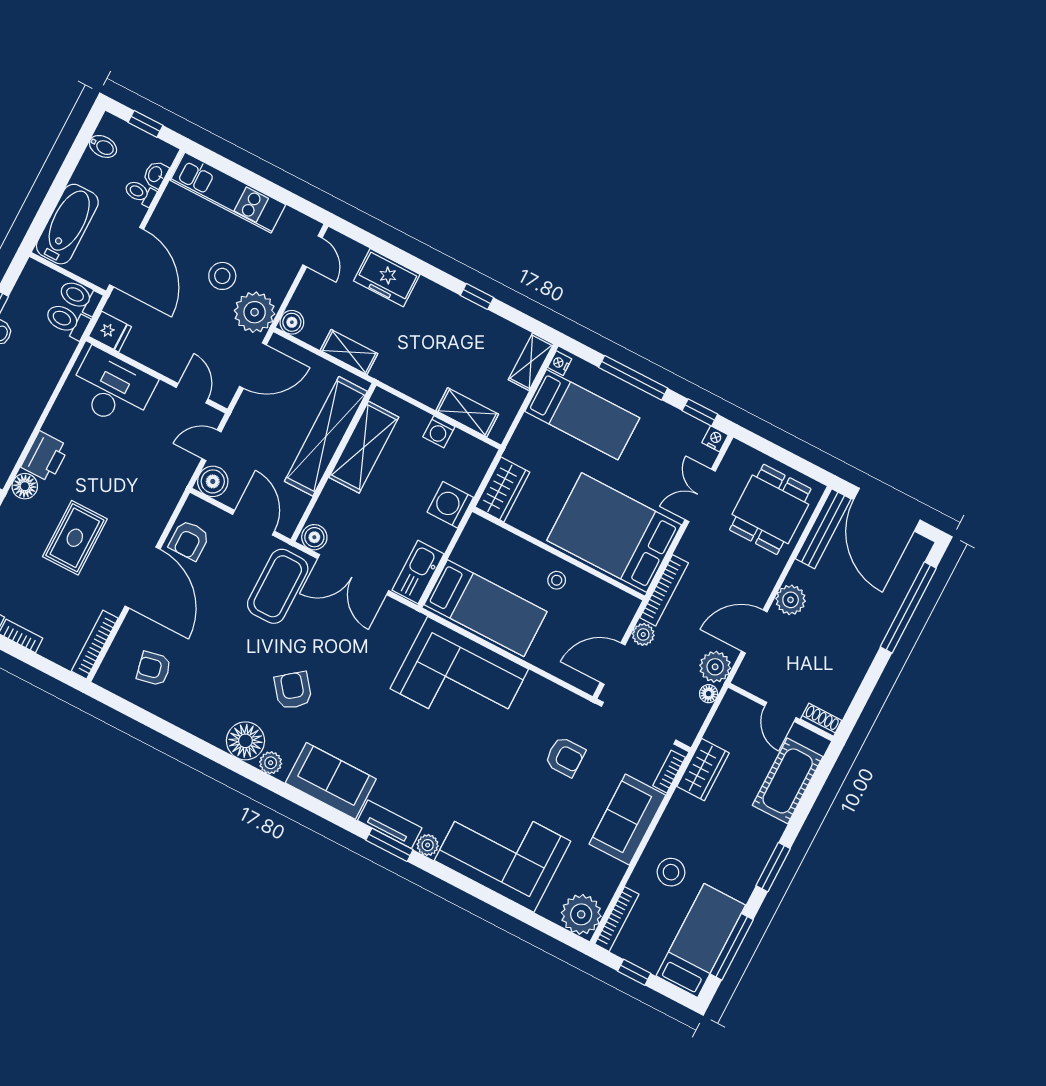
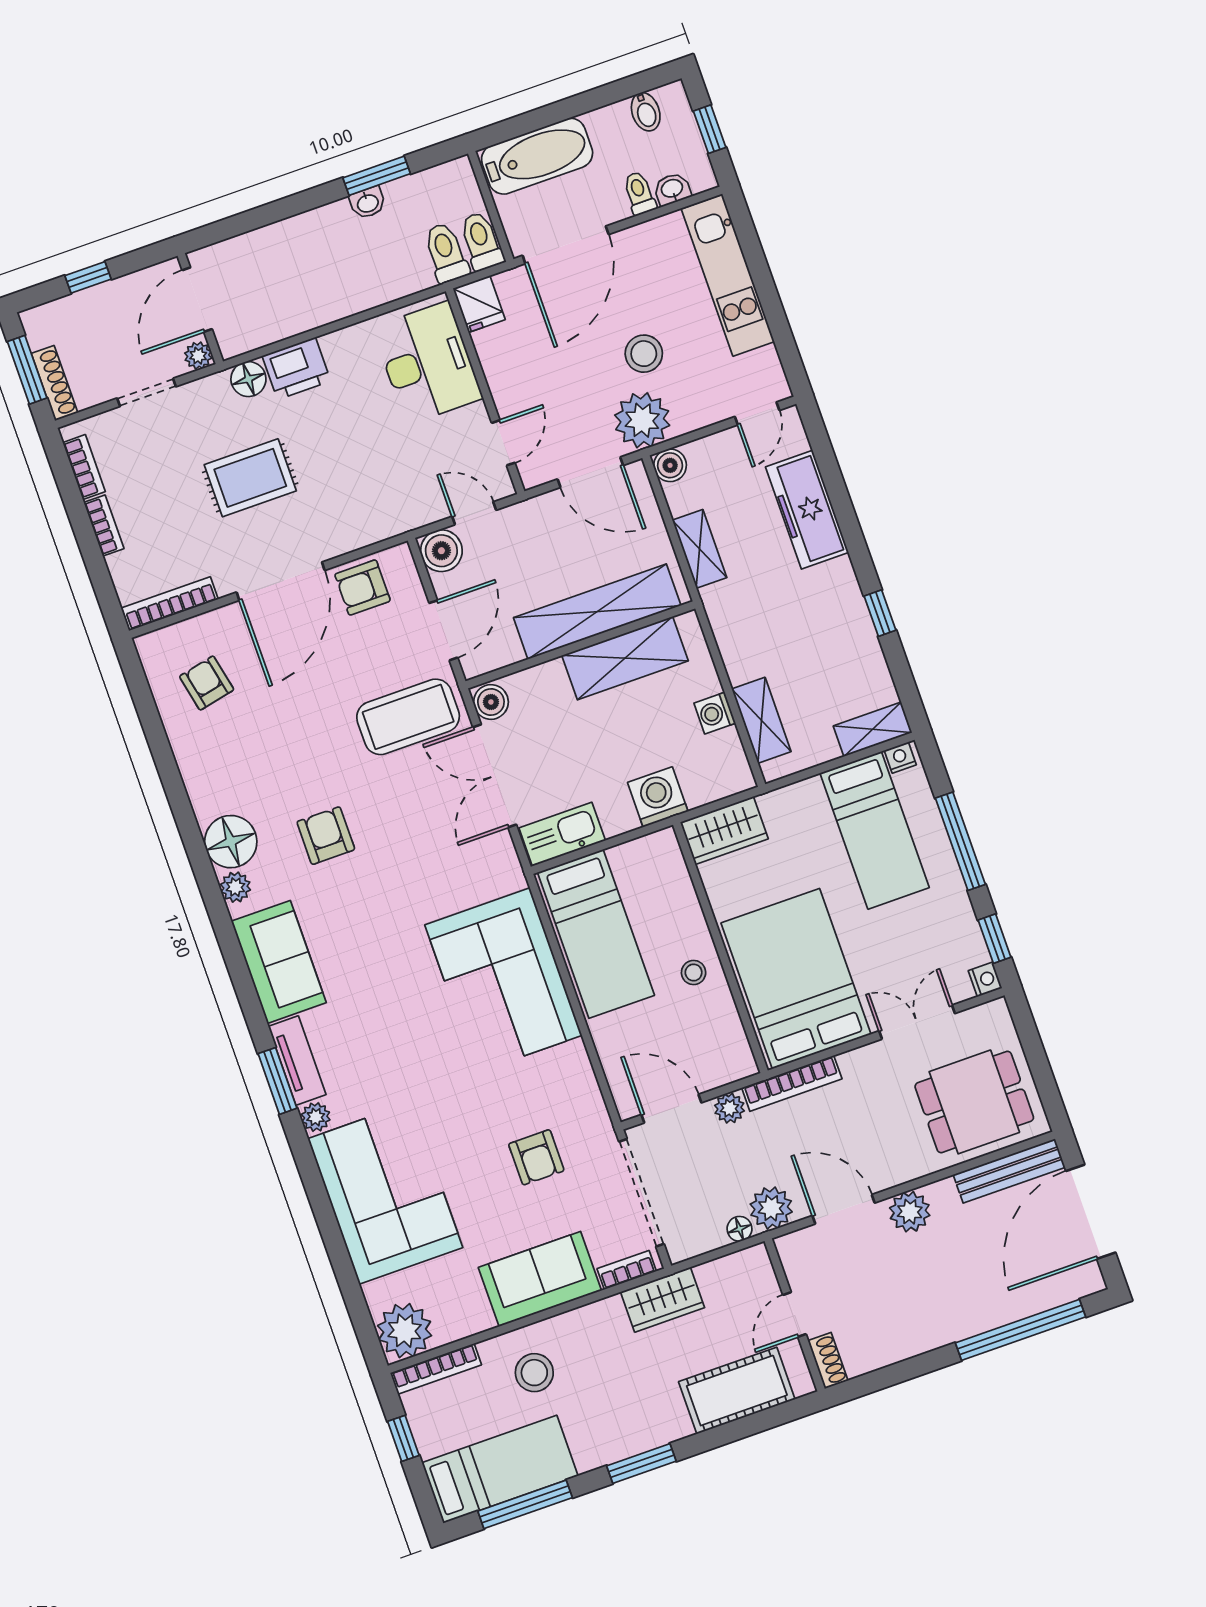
freezer: (387, 278) -> (807, 510), width x1.40
armchair: (293, 690) -> (326, 836), turned -52

